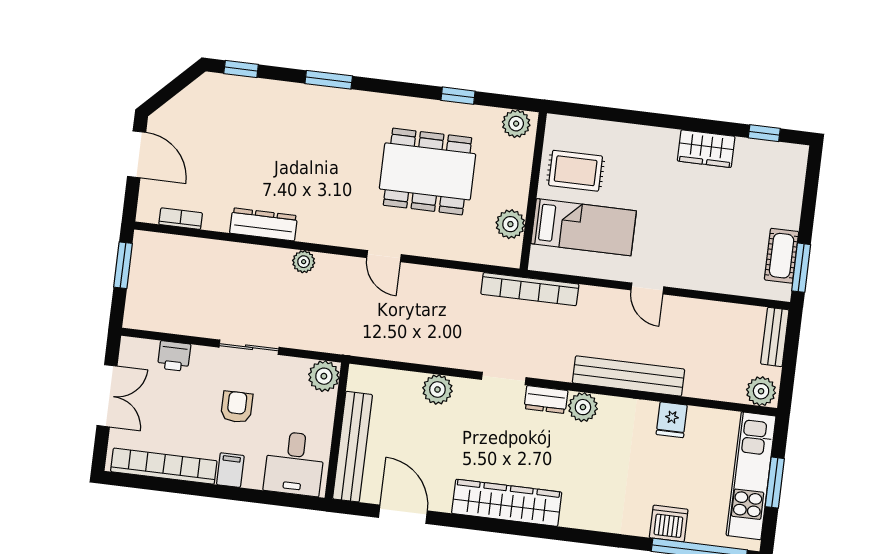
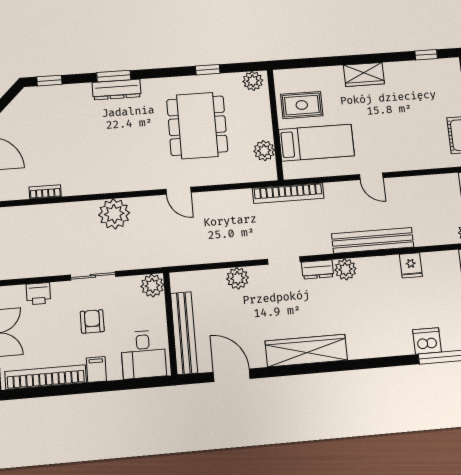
wardrobe: (706, 149) -> (364, 74), moved
dining table: (428, 171) -> (197, 126), turned 90
bookcase: (181, 219) -> (45, 192), moved
dresser: (264, 224) -> (117, 90), moved, turned 180
plant: (304, 262) -> (114, 214), width x1.88, depth x1.88

